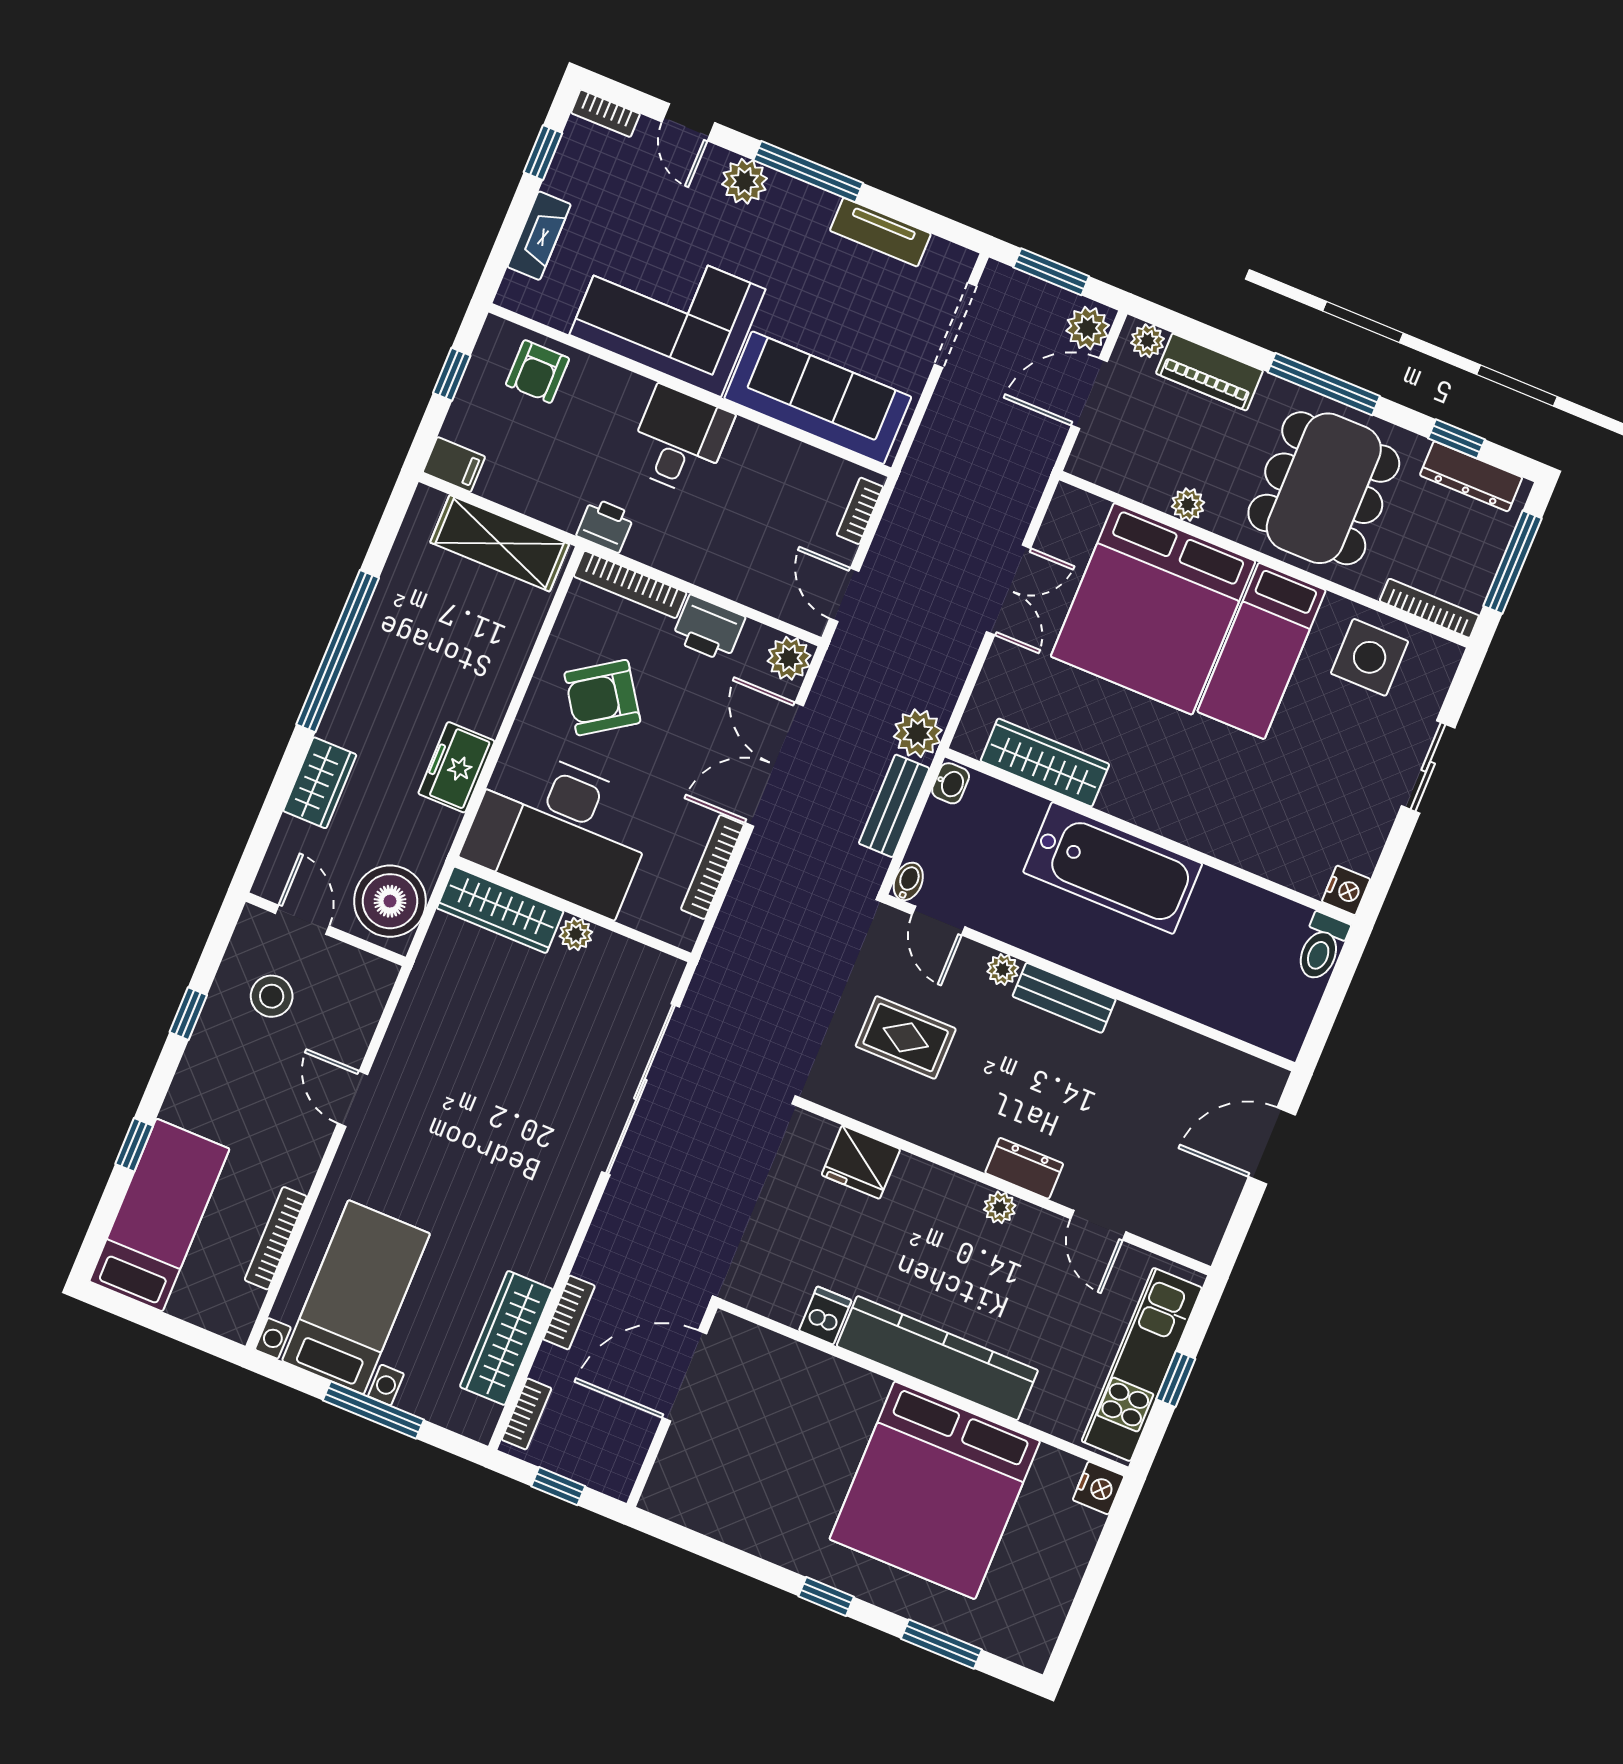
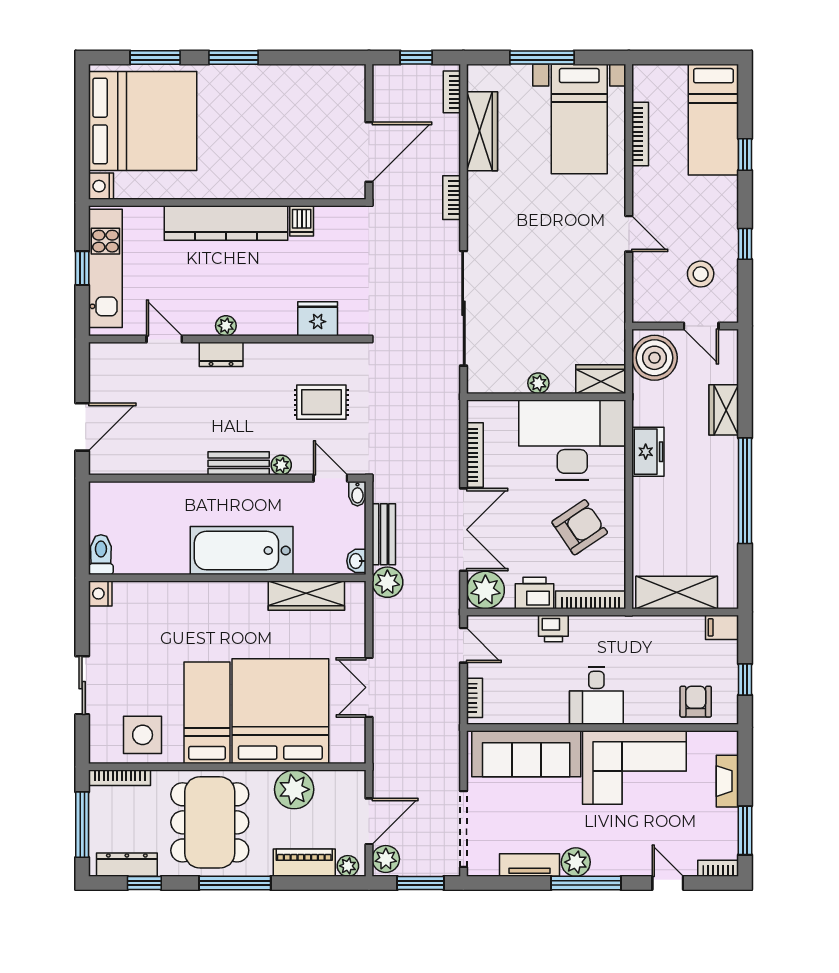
window: (543, 153) -> (745, 830), width x1.50
plant: (745, 181) -> (576, 862), moved
doorway: (955, 325) -> (463, 829), width x1.36
plant: (1188, 504) -> (294, 789), width x1.88, depth x1.88
printer: (605, 525) -> (553, 628), moved
plant: (789, 658) -> (485, 590), width x1.36, depth x1.36
wardrobe: (500, 910) -> (601, 379), width x0.67
bookcase: (569, 1312) -> (452, 198), moved
bed: (935, 1490) -> (143, 121), moved, turned 90
window: (826, 1597) -> (234, 57), width x1.50

